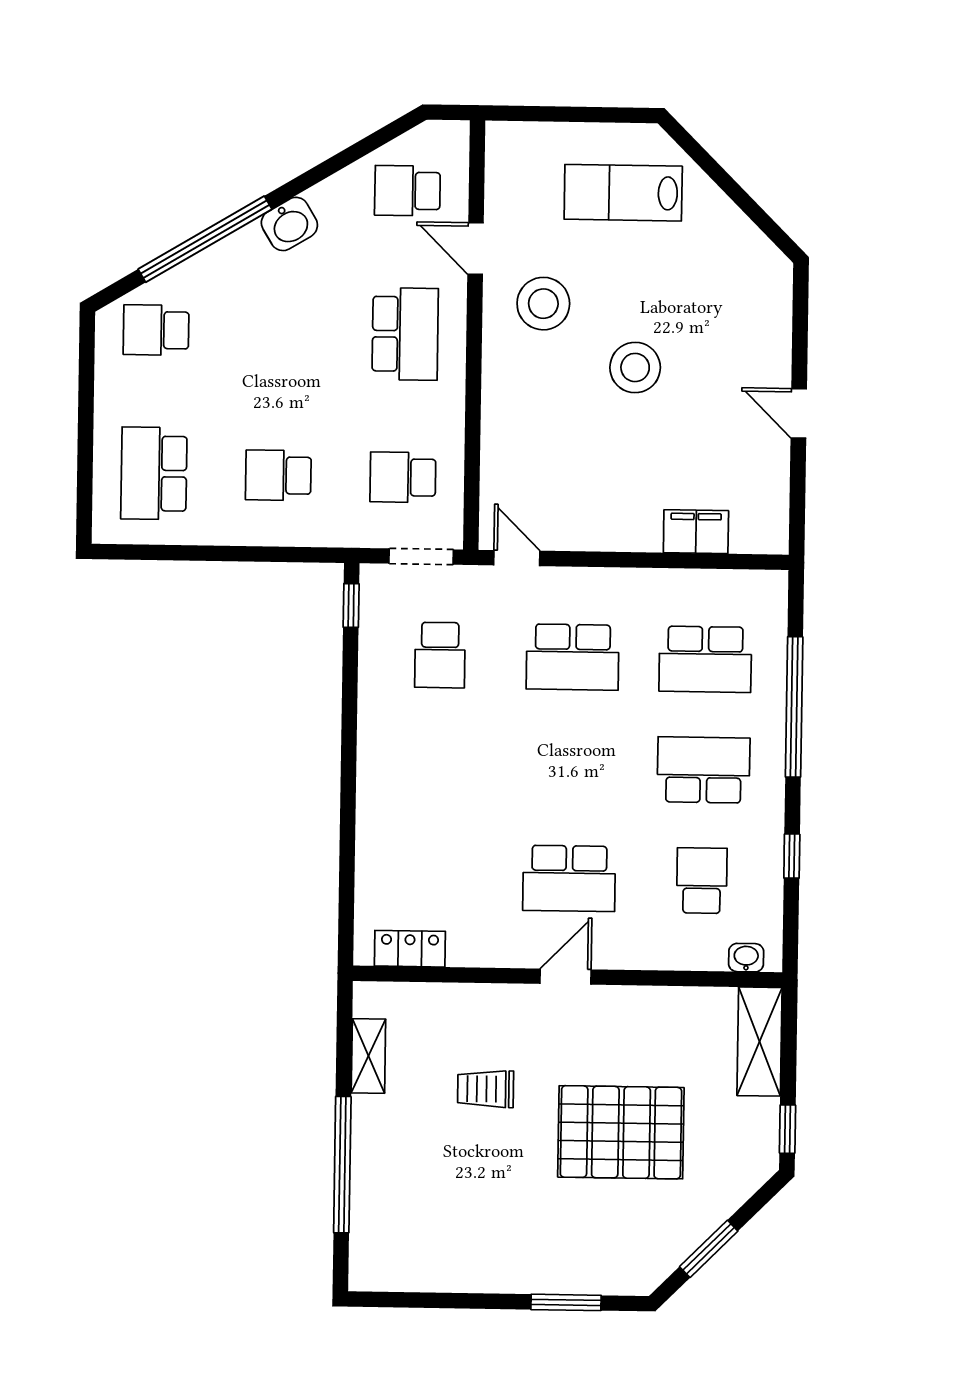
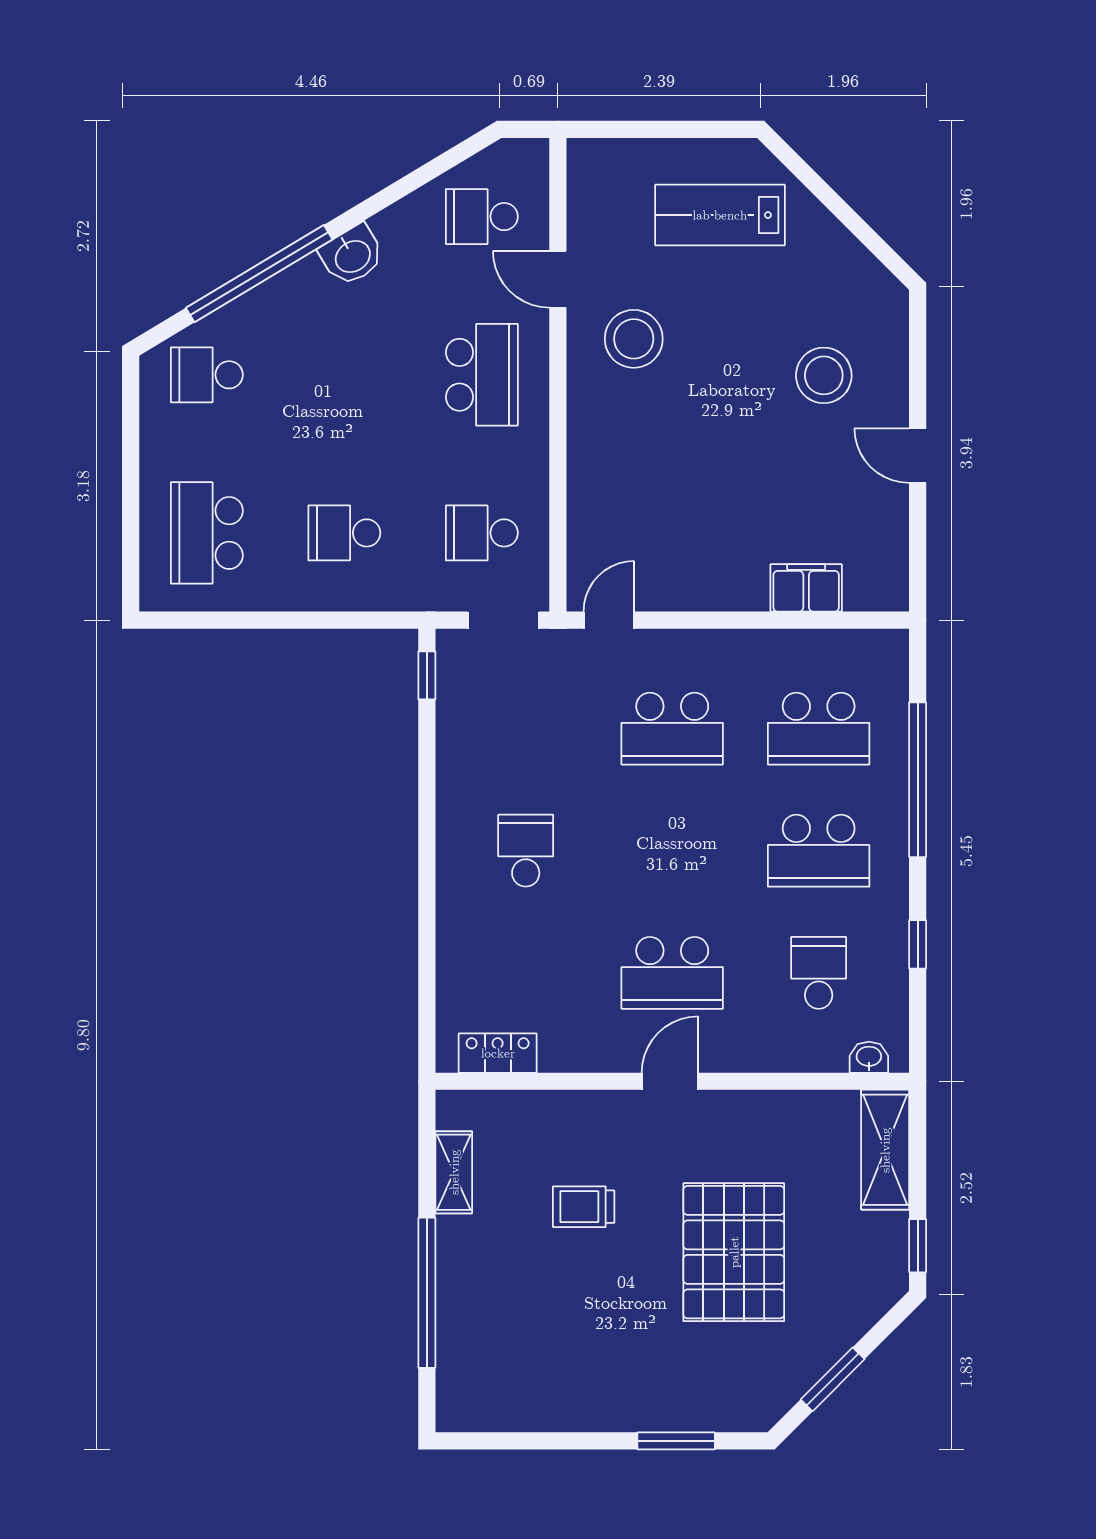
stool: (635, 367) -> (824, 375), moved
door: (517, 558) -> (609, 620), hinge flipped
school desk: (440, 655) -> (526, 851), moved, turned 180
school desk: (704, 770) -> (819, 851), turned 180
pallet: (621, 1132) -> (734, 1252), turned 90

